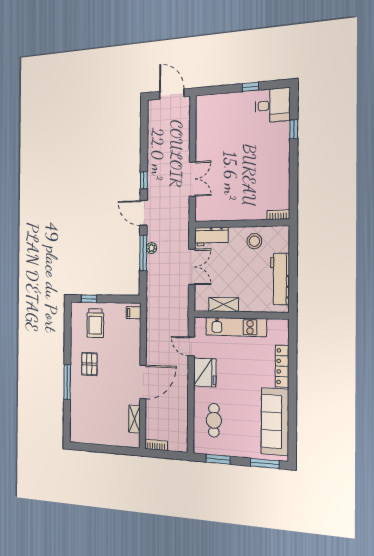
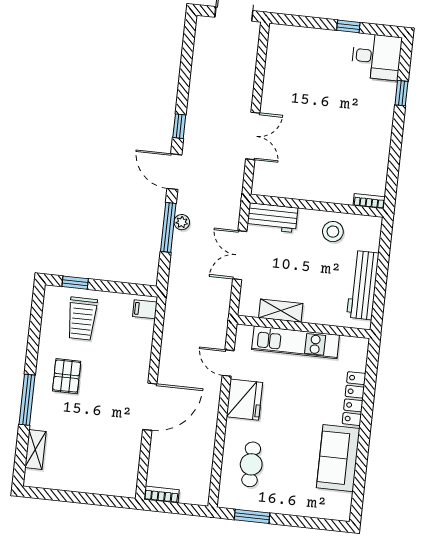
double door: (192, 267) -> (240, 255), swing flipped
shelving: (134, 419) -> (35, 449), moved
sofa: (275, 422) -> (338, 458), width x0.73
window: (265, 463) -> (317, 523), removed

